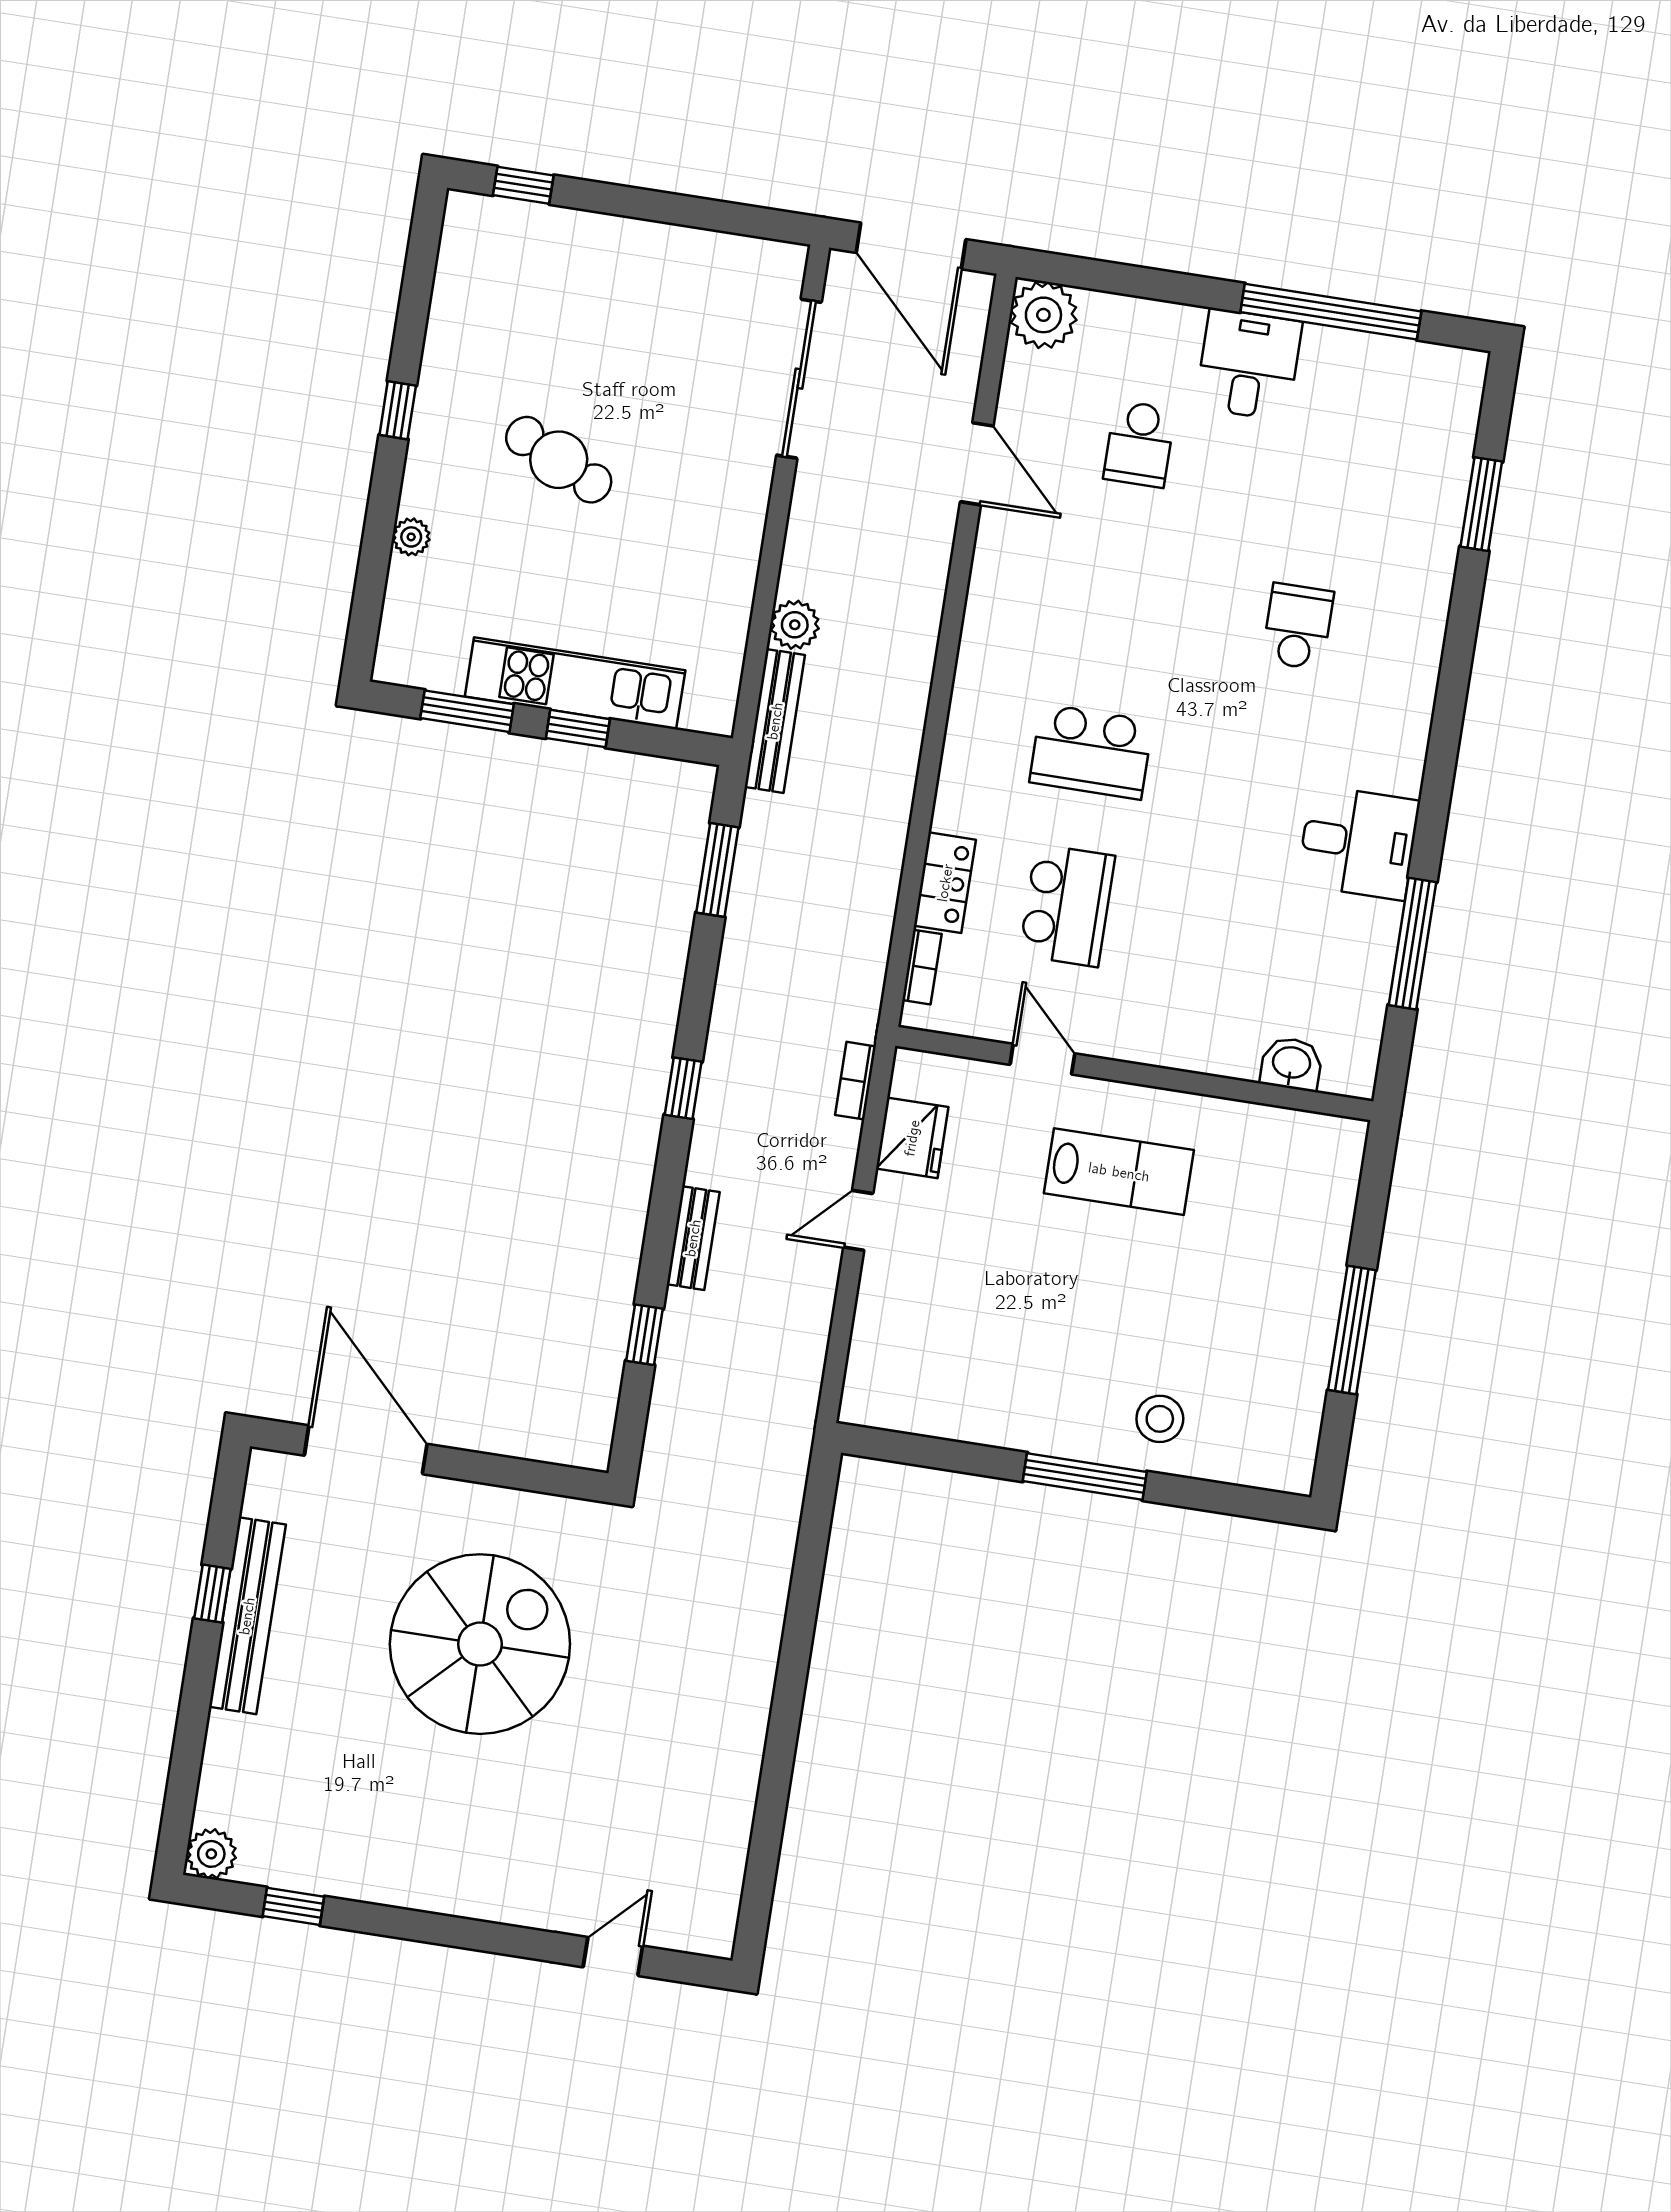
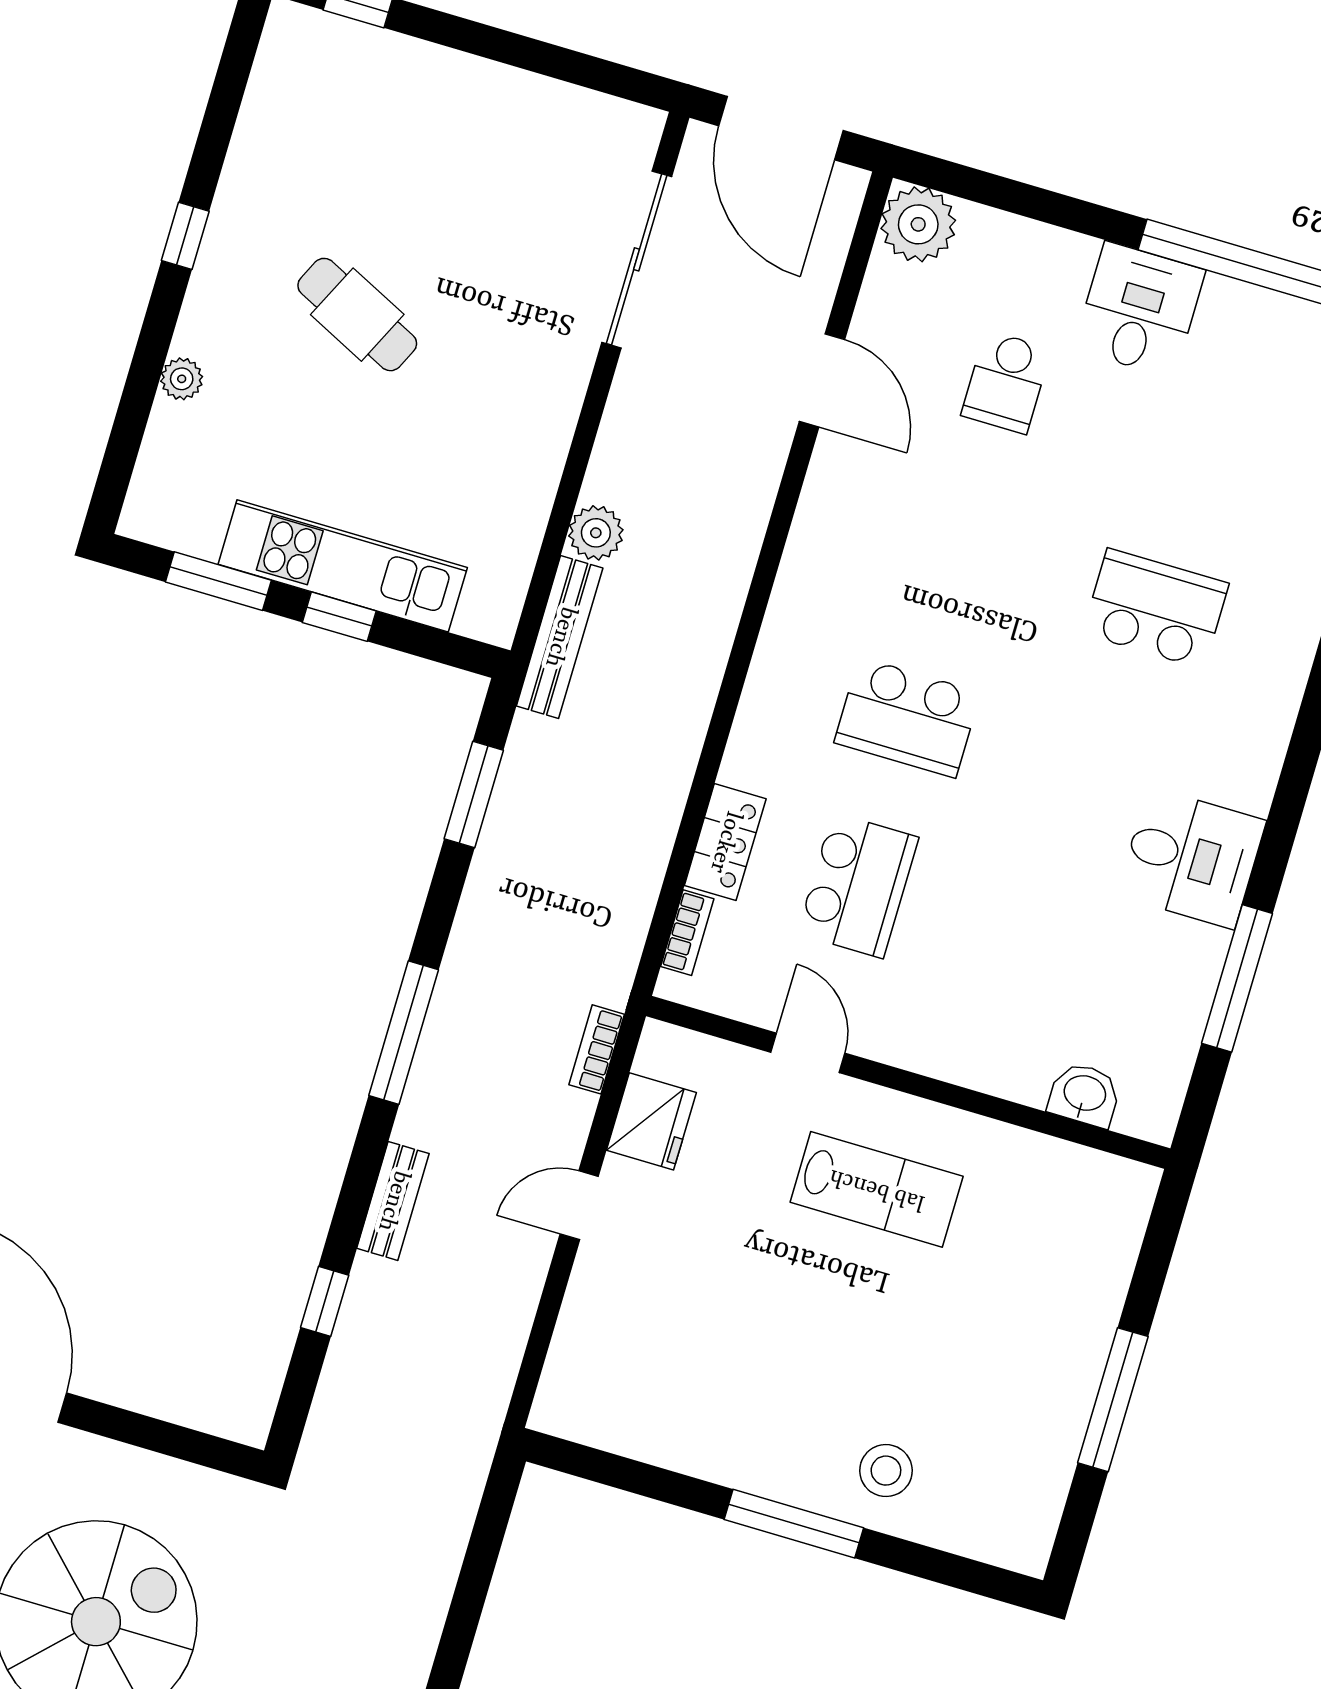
school desk: (1298, 626) -> (1156, 608), width x1.85
window: (683, 1088) -> (404, 1033), width x2.17

